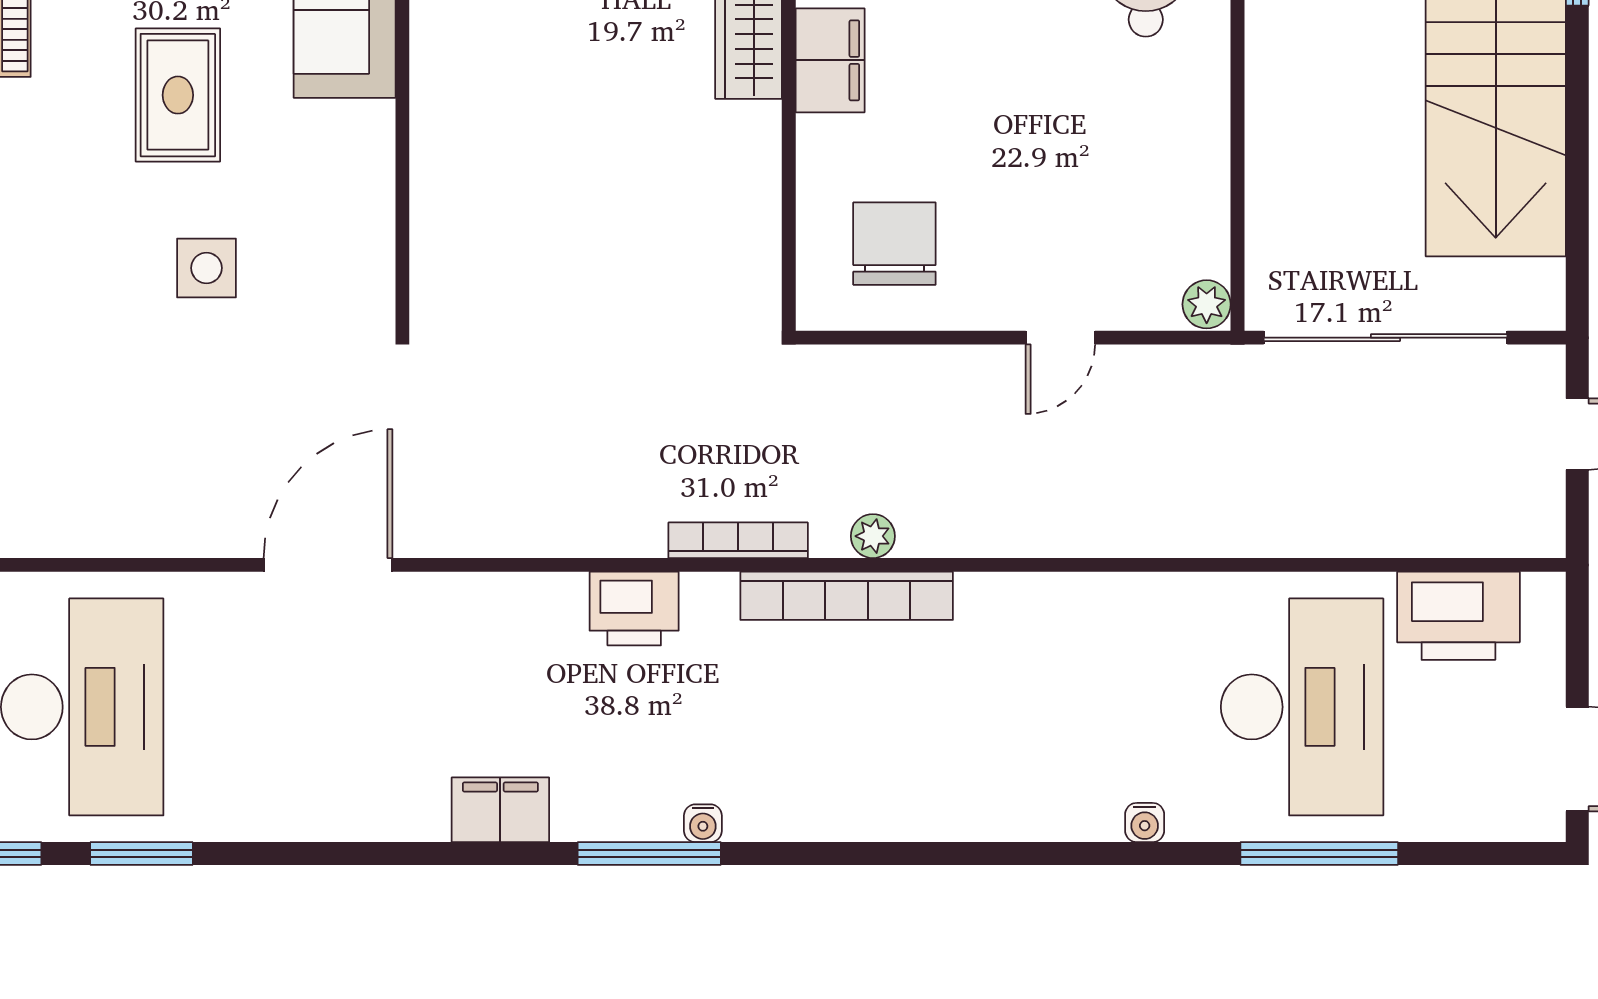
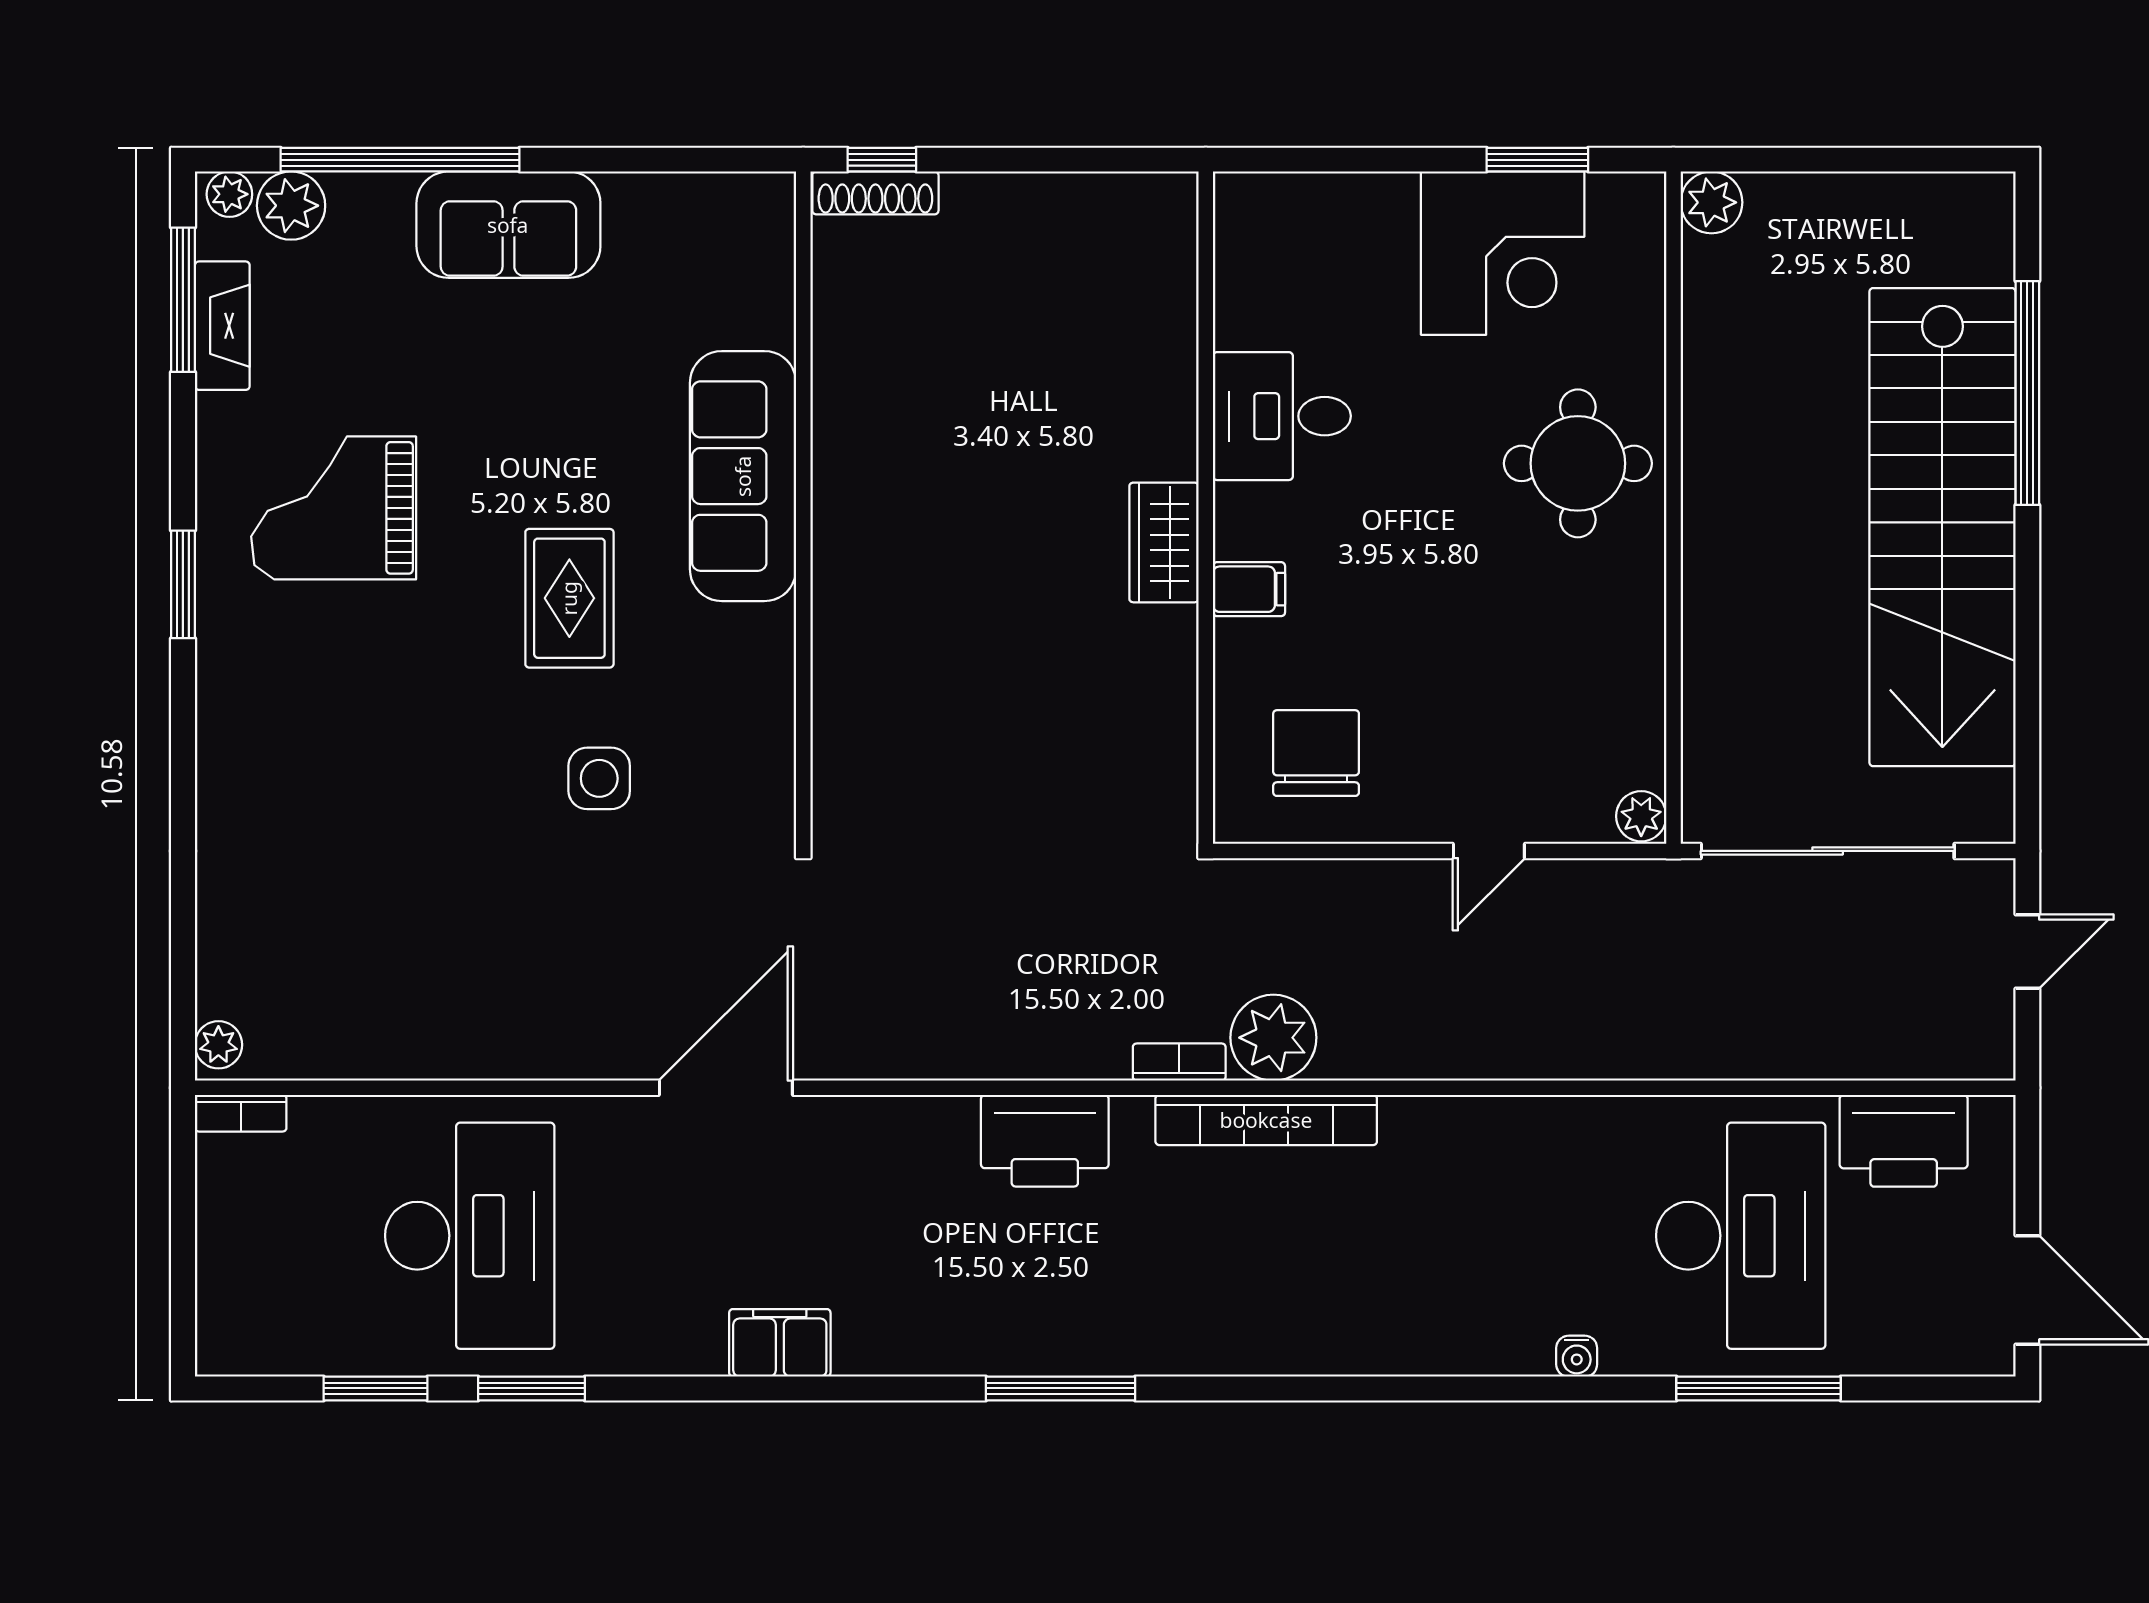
filing cabinet: (830, 60) -> (1249, 589), width x0.50
plant: (873, 536) -> (1273, 1038), width x1.88, depth x1.88
bookcase: (738, 540) -> (1179, 1062), width x0.64
printer: (634, 609) -> (1045, 1141), width x1.37, depth x1.19
filing cabinet: (500, 810) -> (780, 1343), moved
water cooler: (703, 823) -> (1116, 1357), removed

